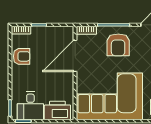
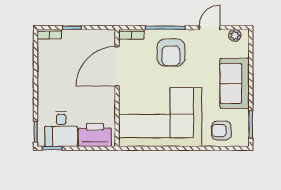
armchair: (22, 56) -> (50, 67), removed

